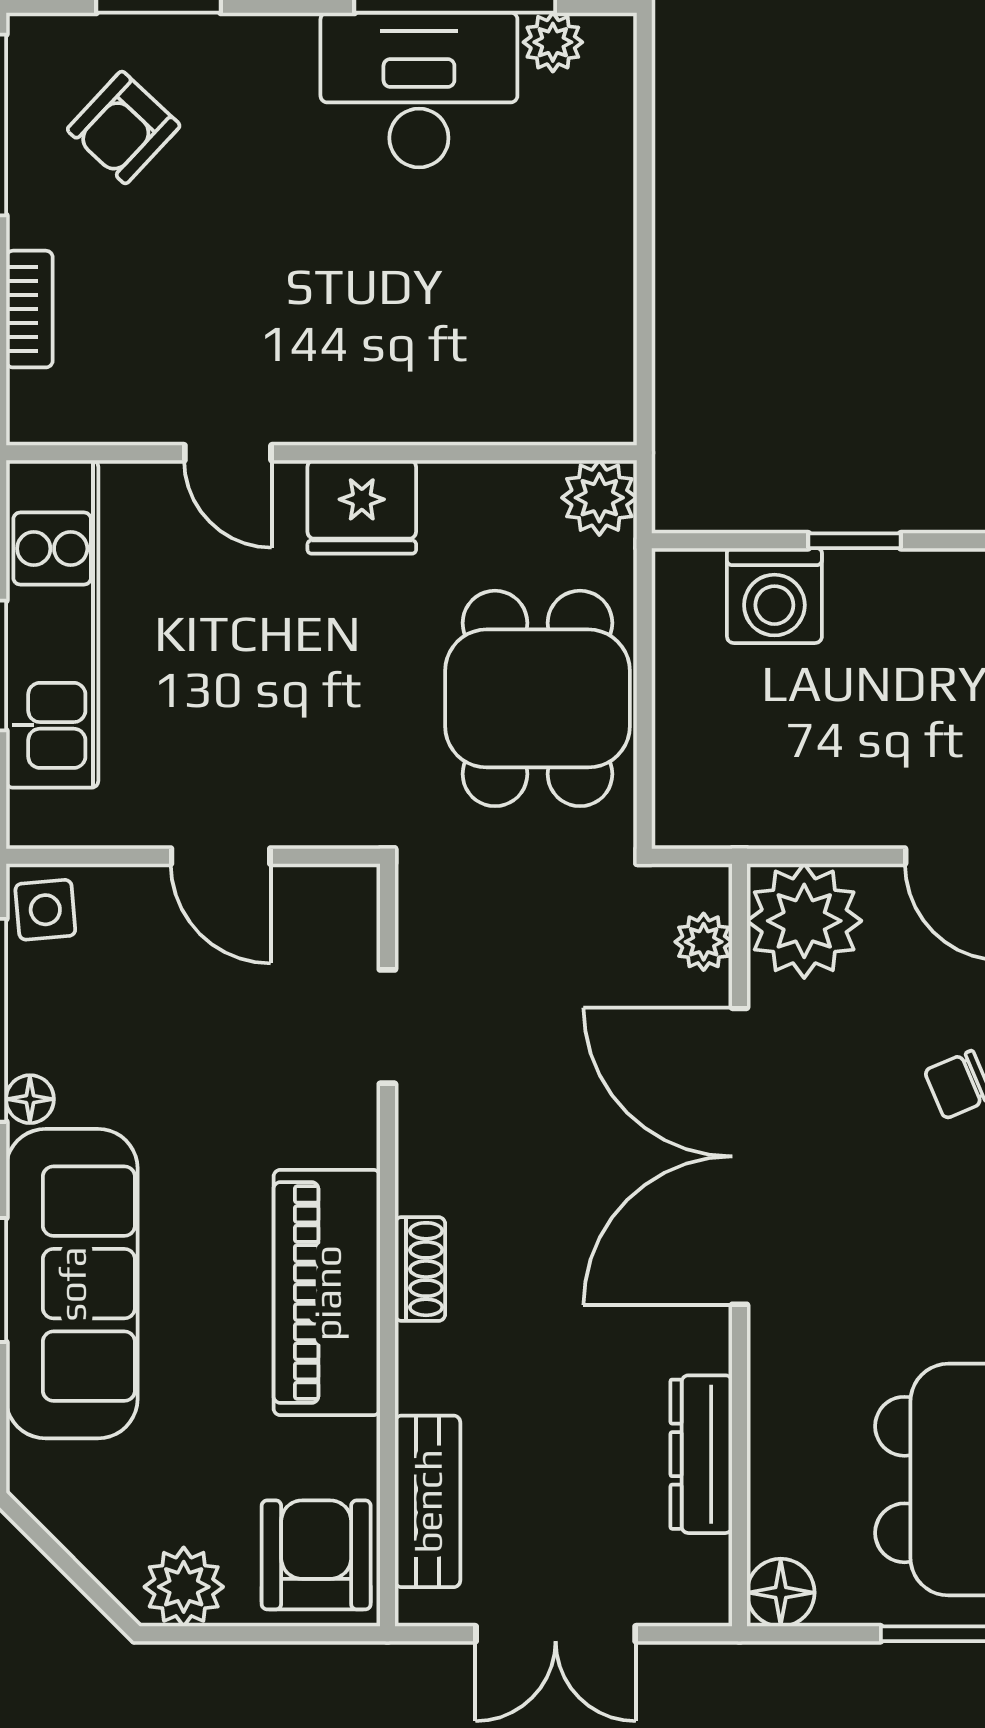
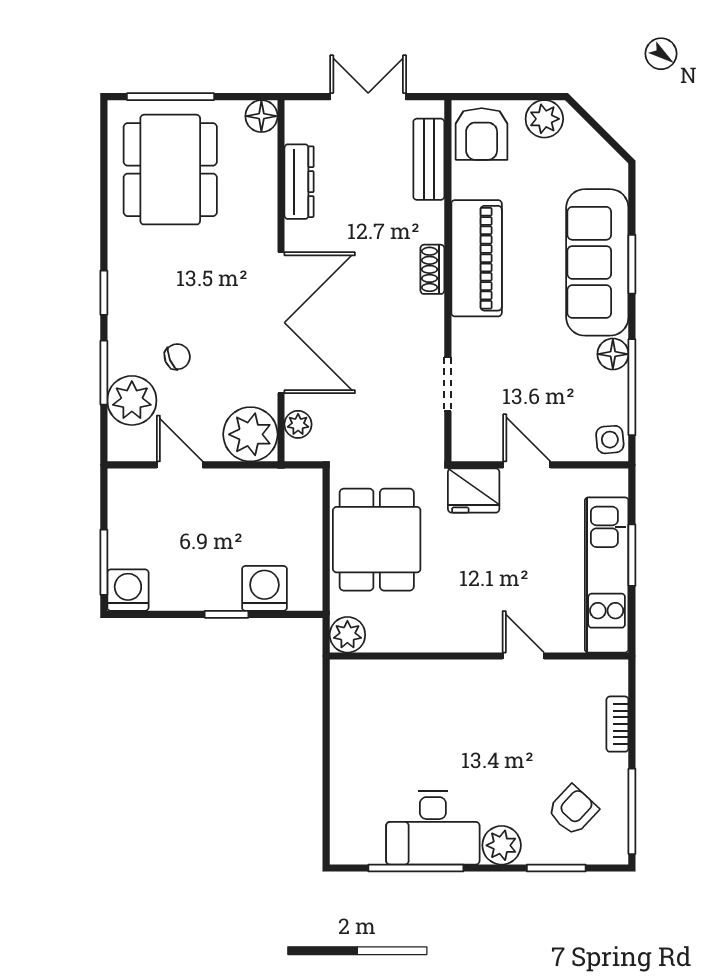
plant: (553, 42) -> (502, 845), moved, width x1.38, depth x1.38
fridge: (362, 507) -> (474, 491), moved, turned 180
floor lamp: (30, 1099) -> (613, 354), width x1.37, depth x1.37

